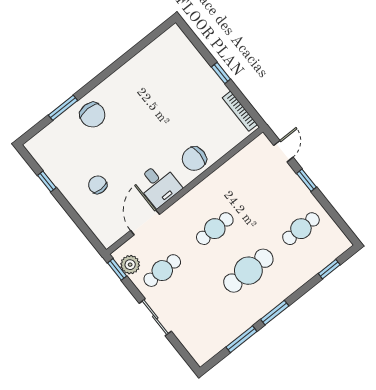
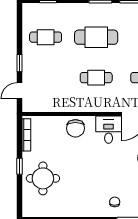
round table: (187, 80) -> (43, 178), added
chair: (92, 115) -> (115, 202), width x0.54, depth x0.54
chair: (194, 159) -> (75, 128), turned 90

